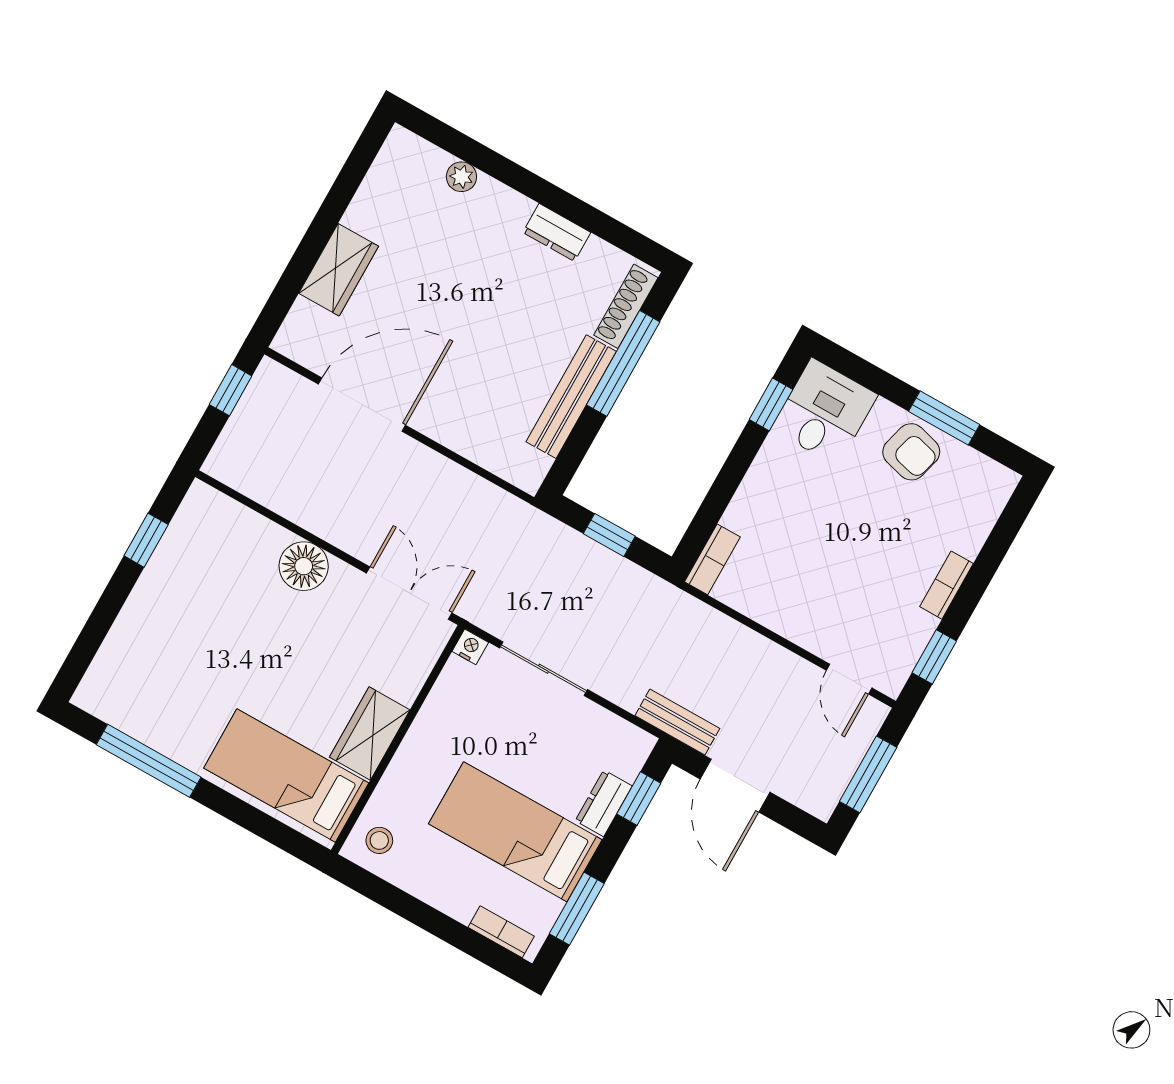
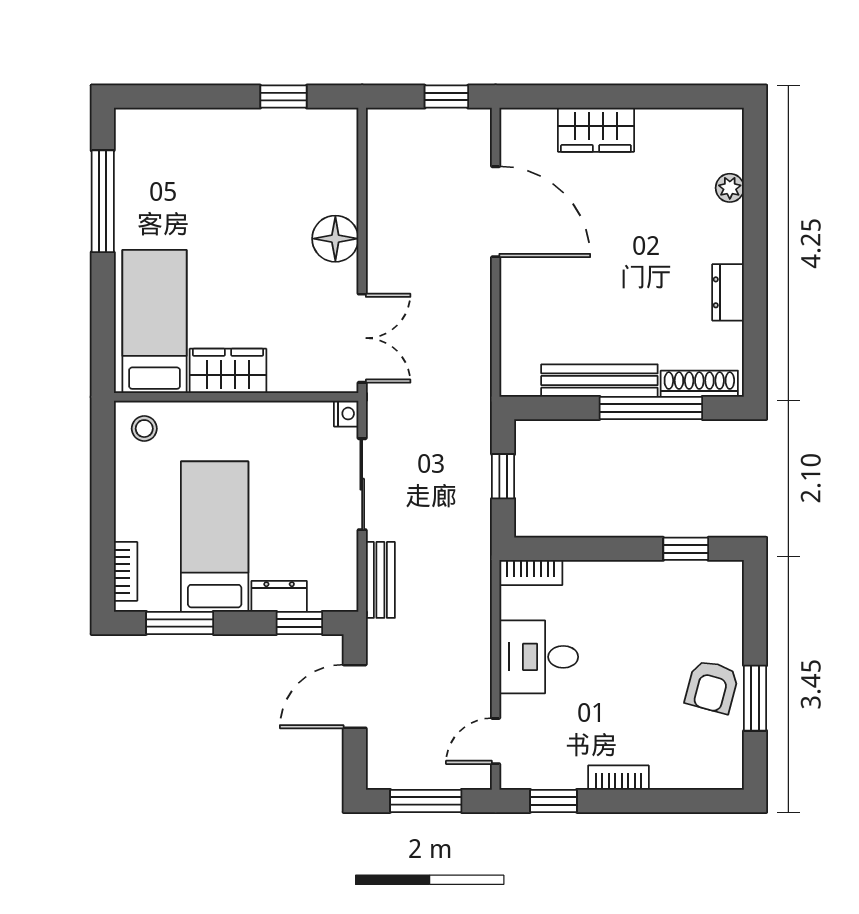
desk: (824, 412) -> (539, 657), moved, turned 180
bench: (677, 722) -> (380, 580), moved

